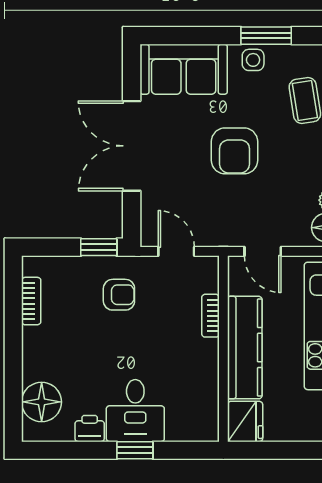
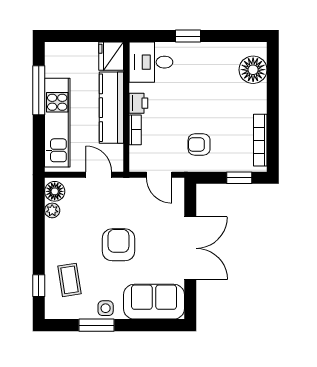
window: (99, 247) -> (239, 178), moved
bookcase: (31, 301) -> (260, 140), width x1.56
desk: (135, 411) -> (151, 62), moved, turned -90
printer: (90, 429) -> (138, 103), moved, turned -90

